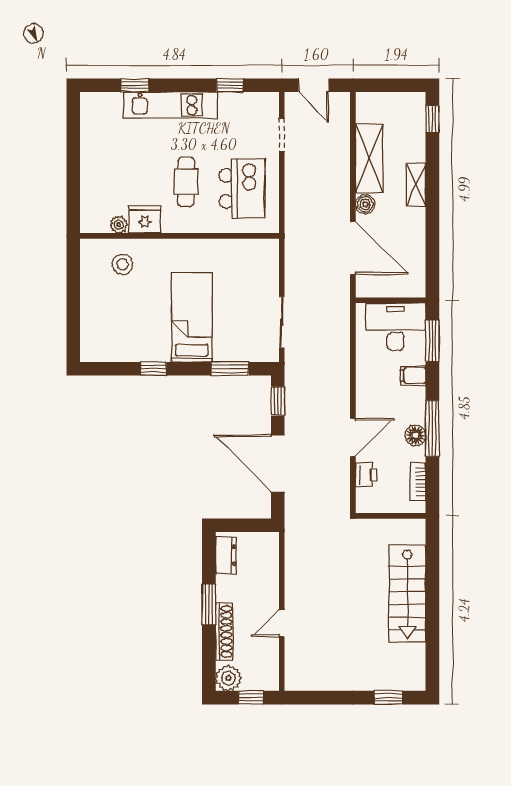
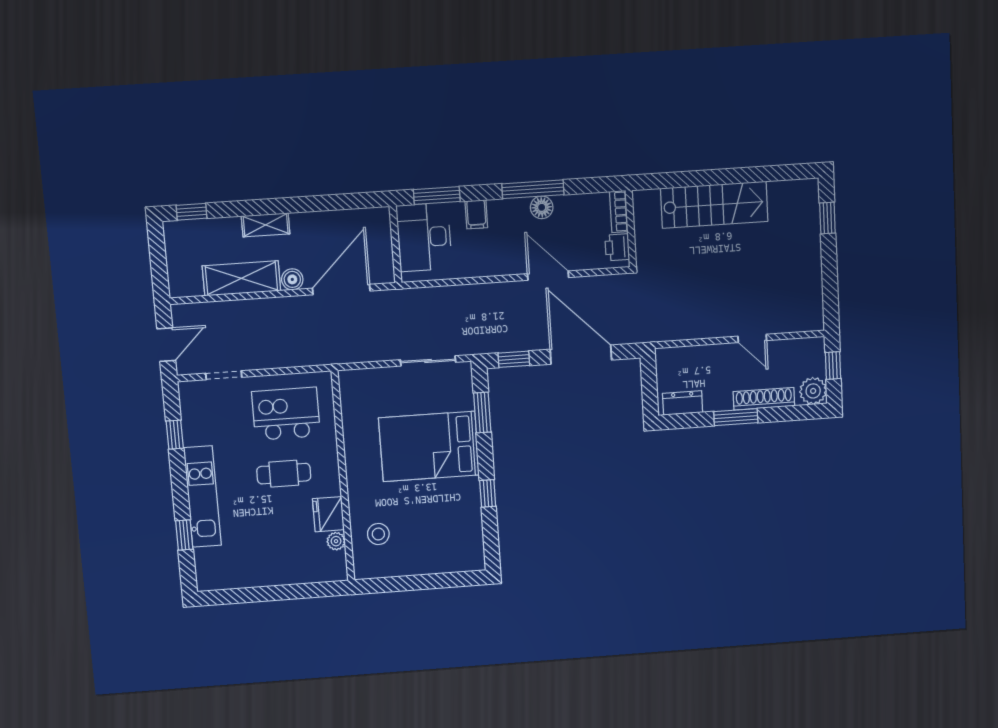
bed: (192, 317) -> (429, 446), width x1.50
door: (278, 463) -> (581, 355), swing flipped
printer: (366, 475) -> (617, 247), moved, turned -90
bookcase: (418, 482) -> (619, 212), moved, turned 90

